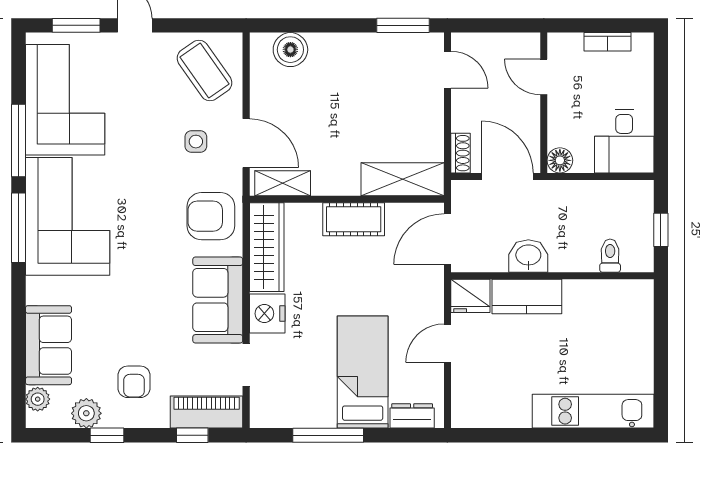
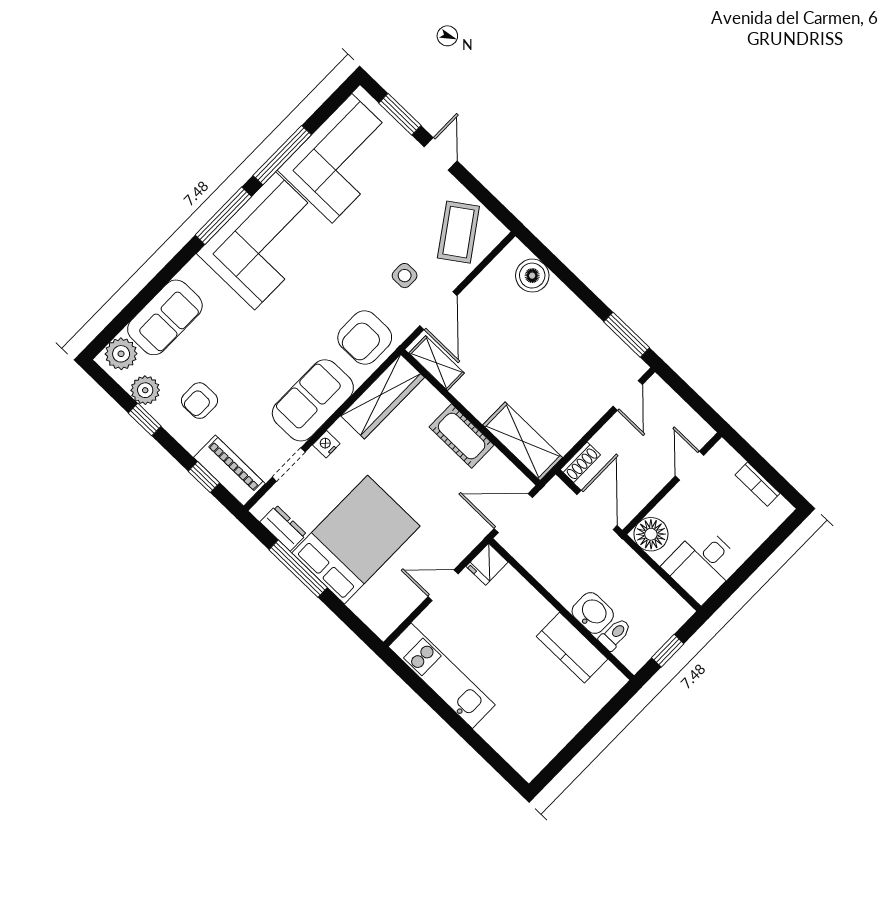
floor lamp: (560, 160) -> (651, 534), width x1.38, depth x1.38
armchair: (211, 216) -> (365, 337), turned -90
washbasin: (528, 256) -> (593, 613), moved
fridge: (470, 296) -> (487, 564), width x0.72
kitchen counter: (527, 297) -> (572, 648), moved
nightstand: (267, 314) -> (326, 444), width x0.53, depth x0.56
bed: (363, 372) -> (356, 540), width x1.50
plant: (38, 399) -> (121, 354), width x1.38, depth x1.38
kitchen unit: (593, 411) -> (442, 676), moved
dresser: (412, 416) -> (283, 528), moved

